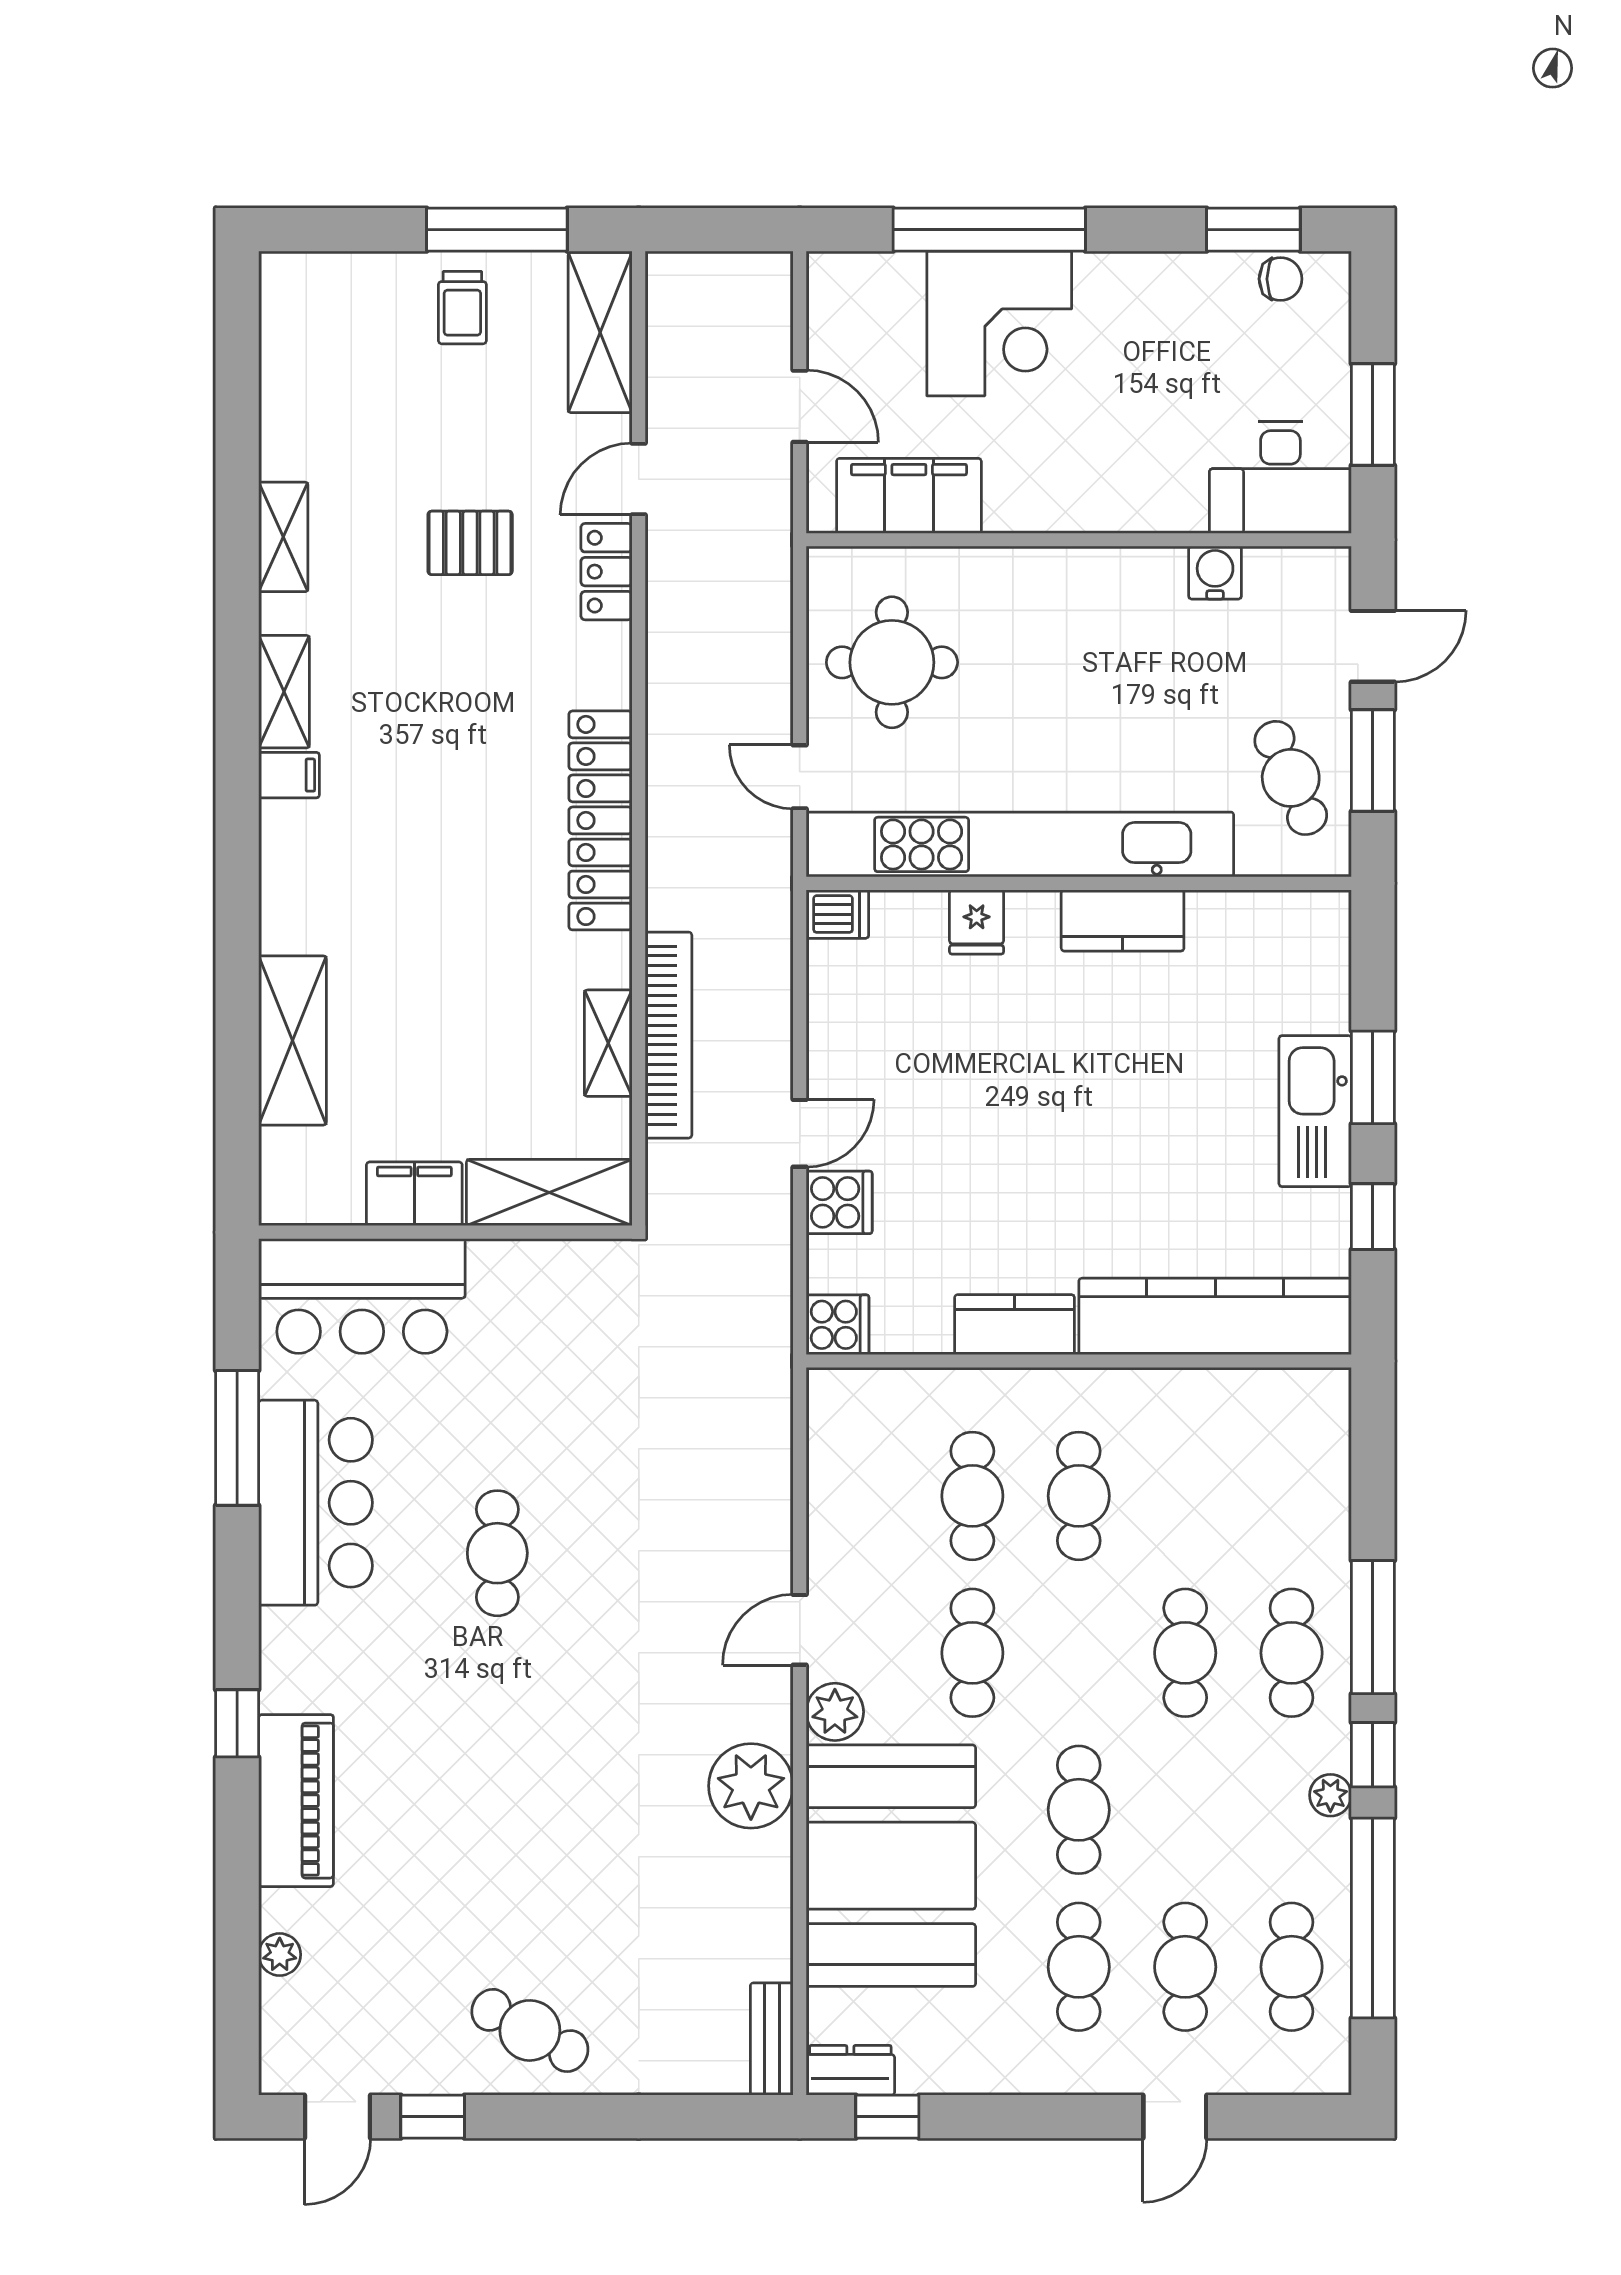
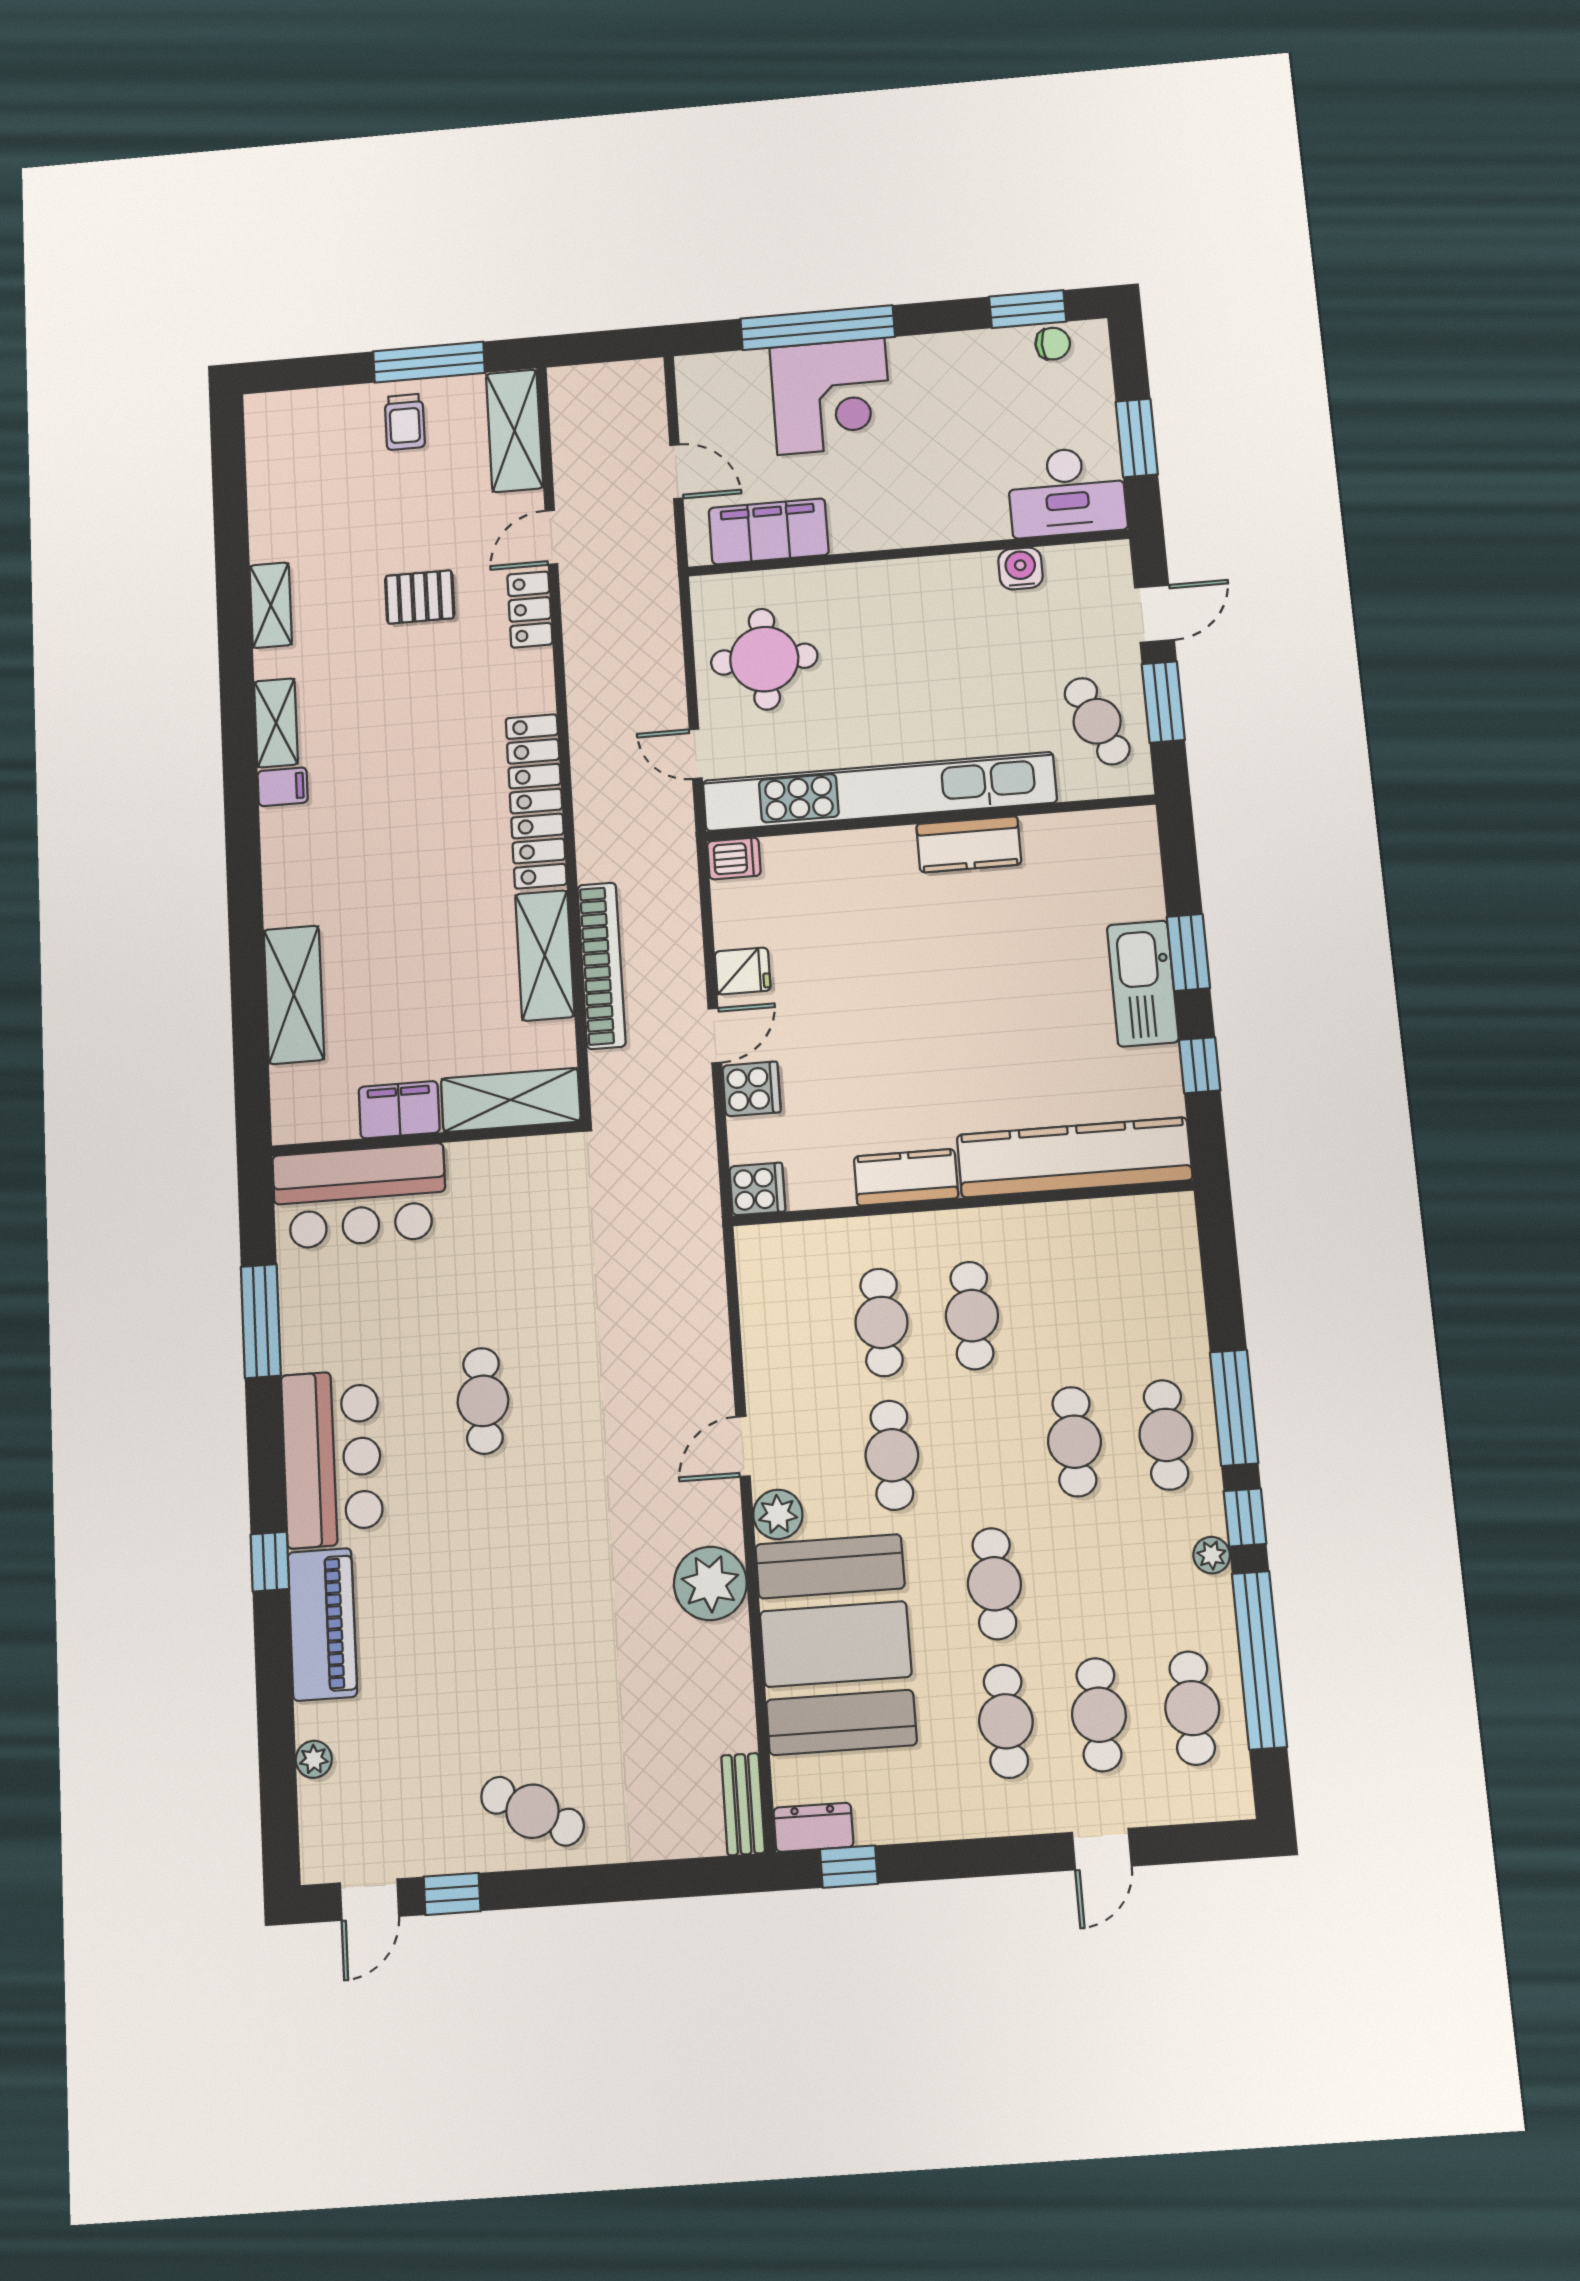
fridge: (977, 922) -> (743, 971), moved, turned -90
shelving: (608, 1043) -> (545, 955), width x1.50, depth x1.33
bar counter: (316, 1503) -> (332, 1458), moved

